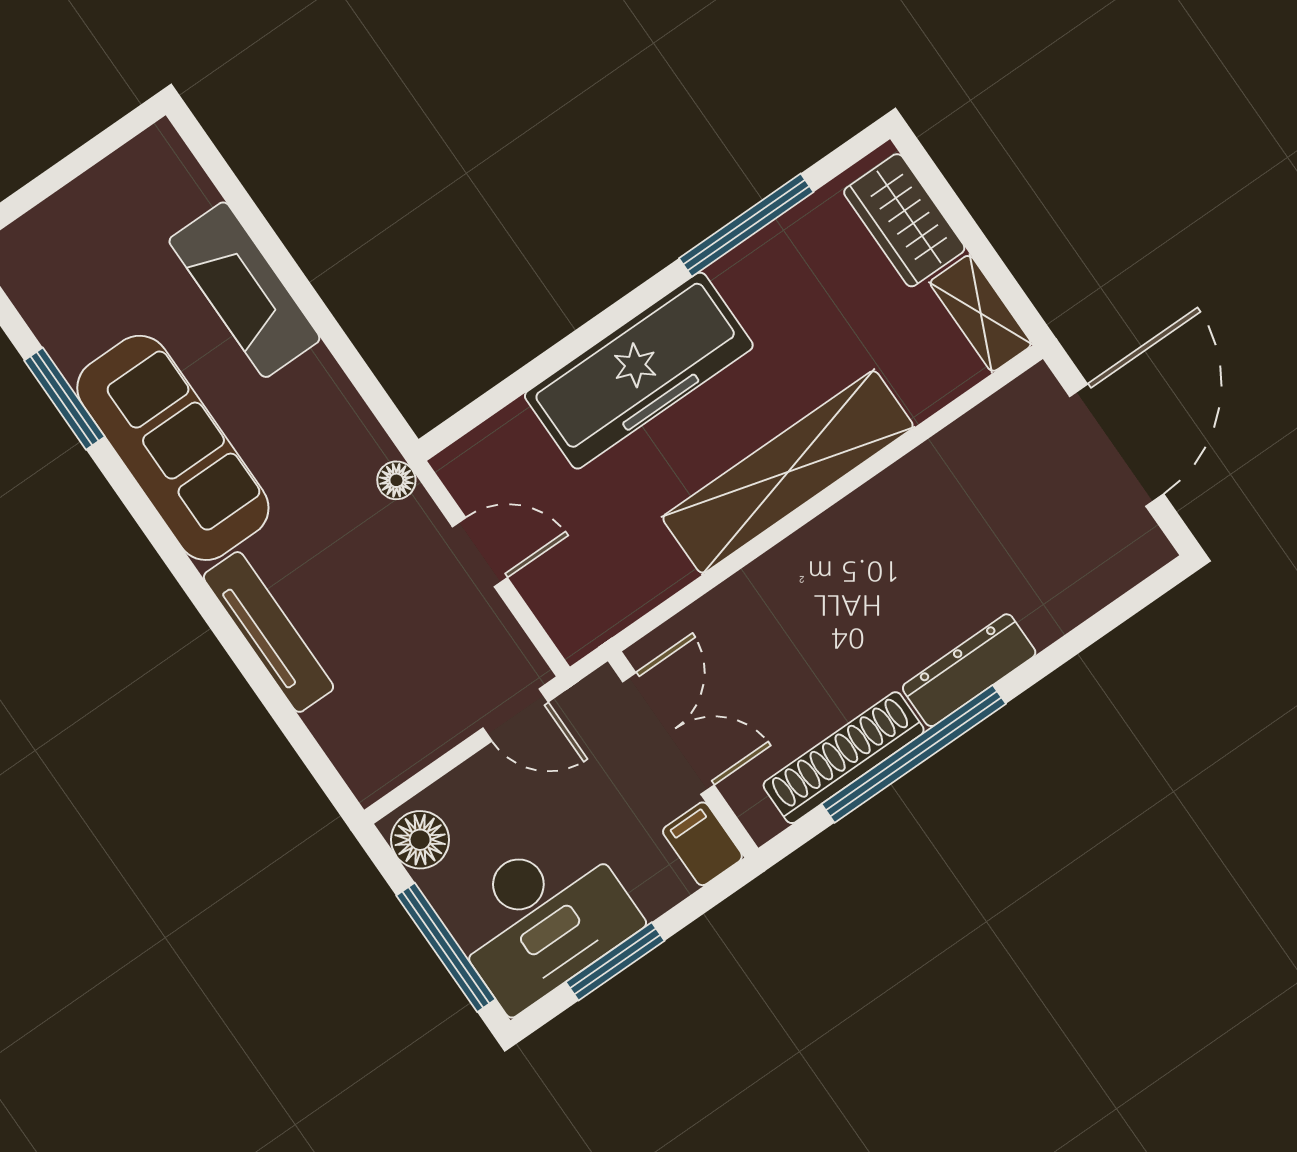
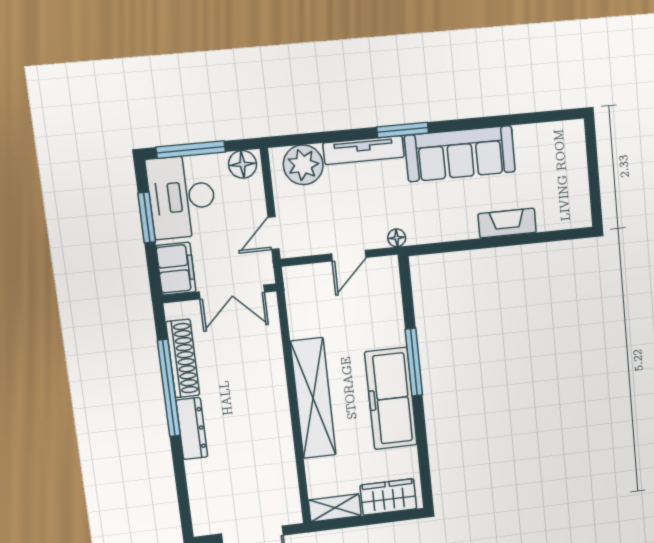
window: (746, 225) -> (414, 362), moved
fireplace: (244, 290) -> (507, 223), width x0.73, depth x0.76
freezer: (639, 371) -> (391, 399), moved
window: (64, 399) -> (403, 130), moved
plant: (358, 729) -> (303, 165), added
filing cabinet: (702, 844) -> (176, 269), width x2.00

